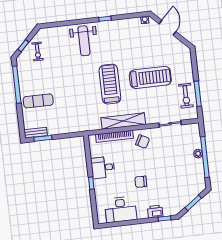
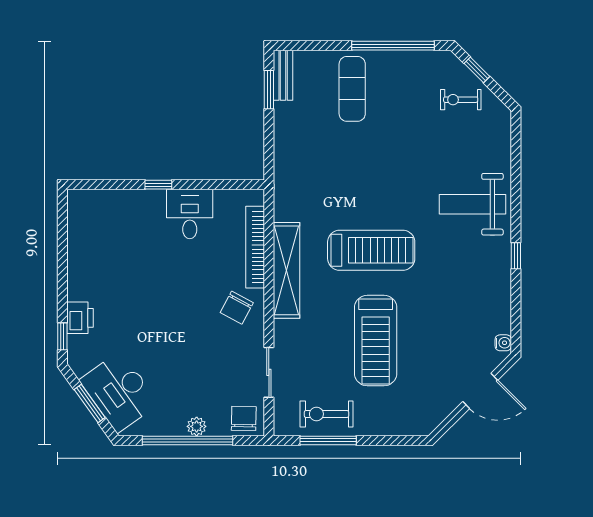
chair: (141, 182) -> (244, 418), moved
desk: (121, 210) -> (119, 392), moved, turned -36

